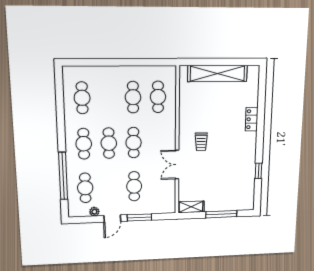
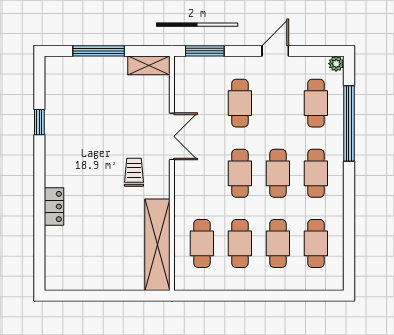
shelving: (217, 74) -> (157, 245), moved, turned 90
cafe table: (108, 98) -> (278, 243), added
plant: (94, 212) -> (336, 64), moved
window: (139, 217) -> (205, 51), moved

